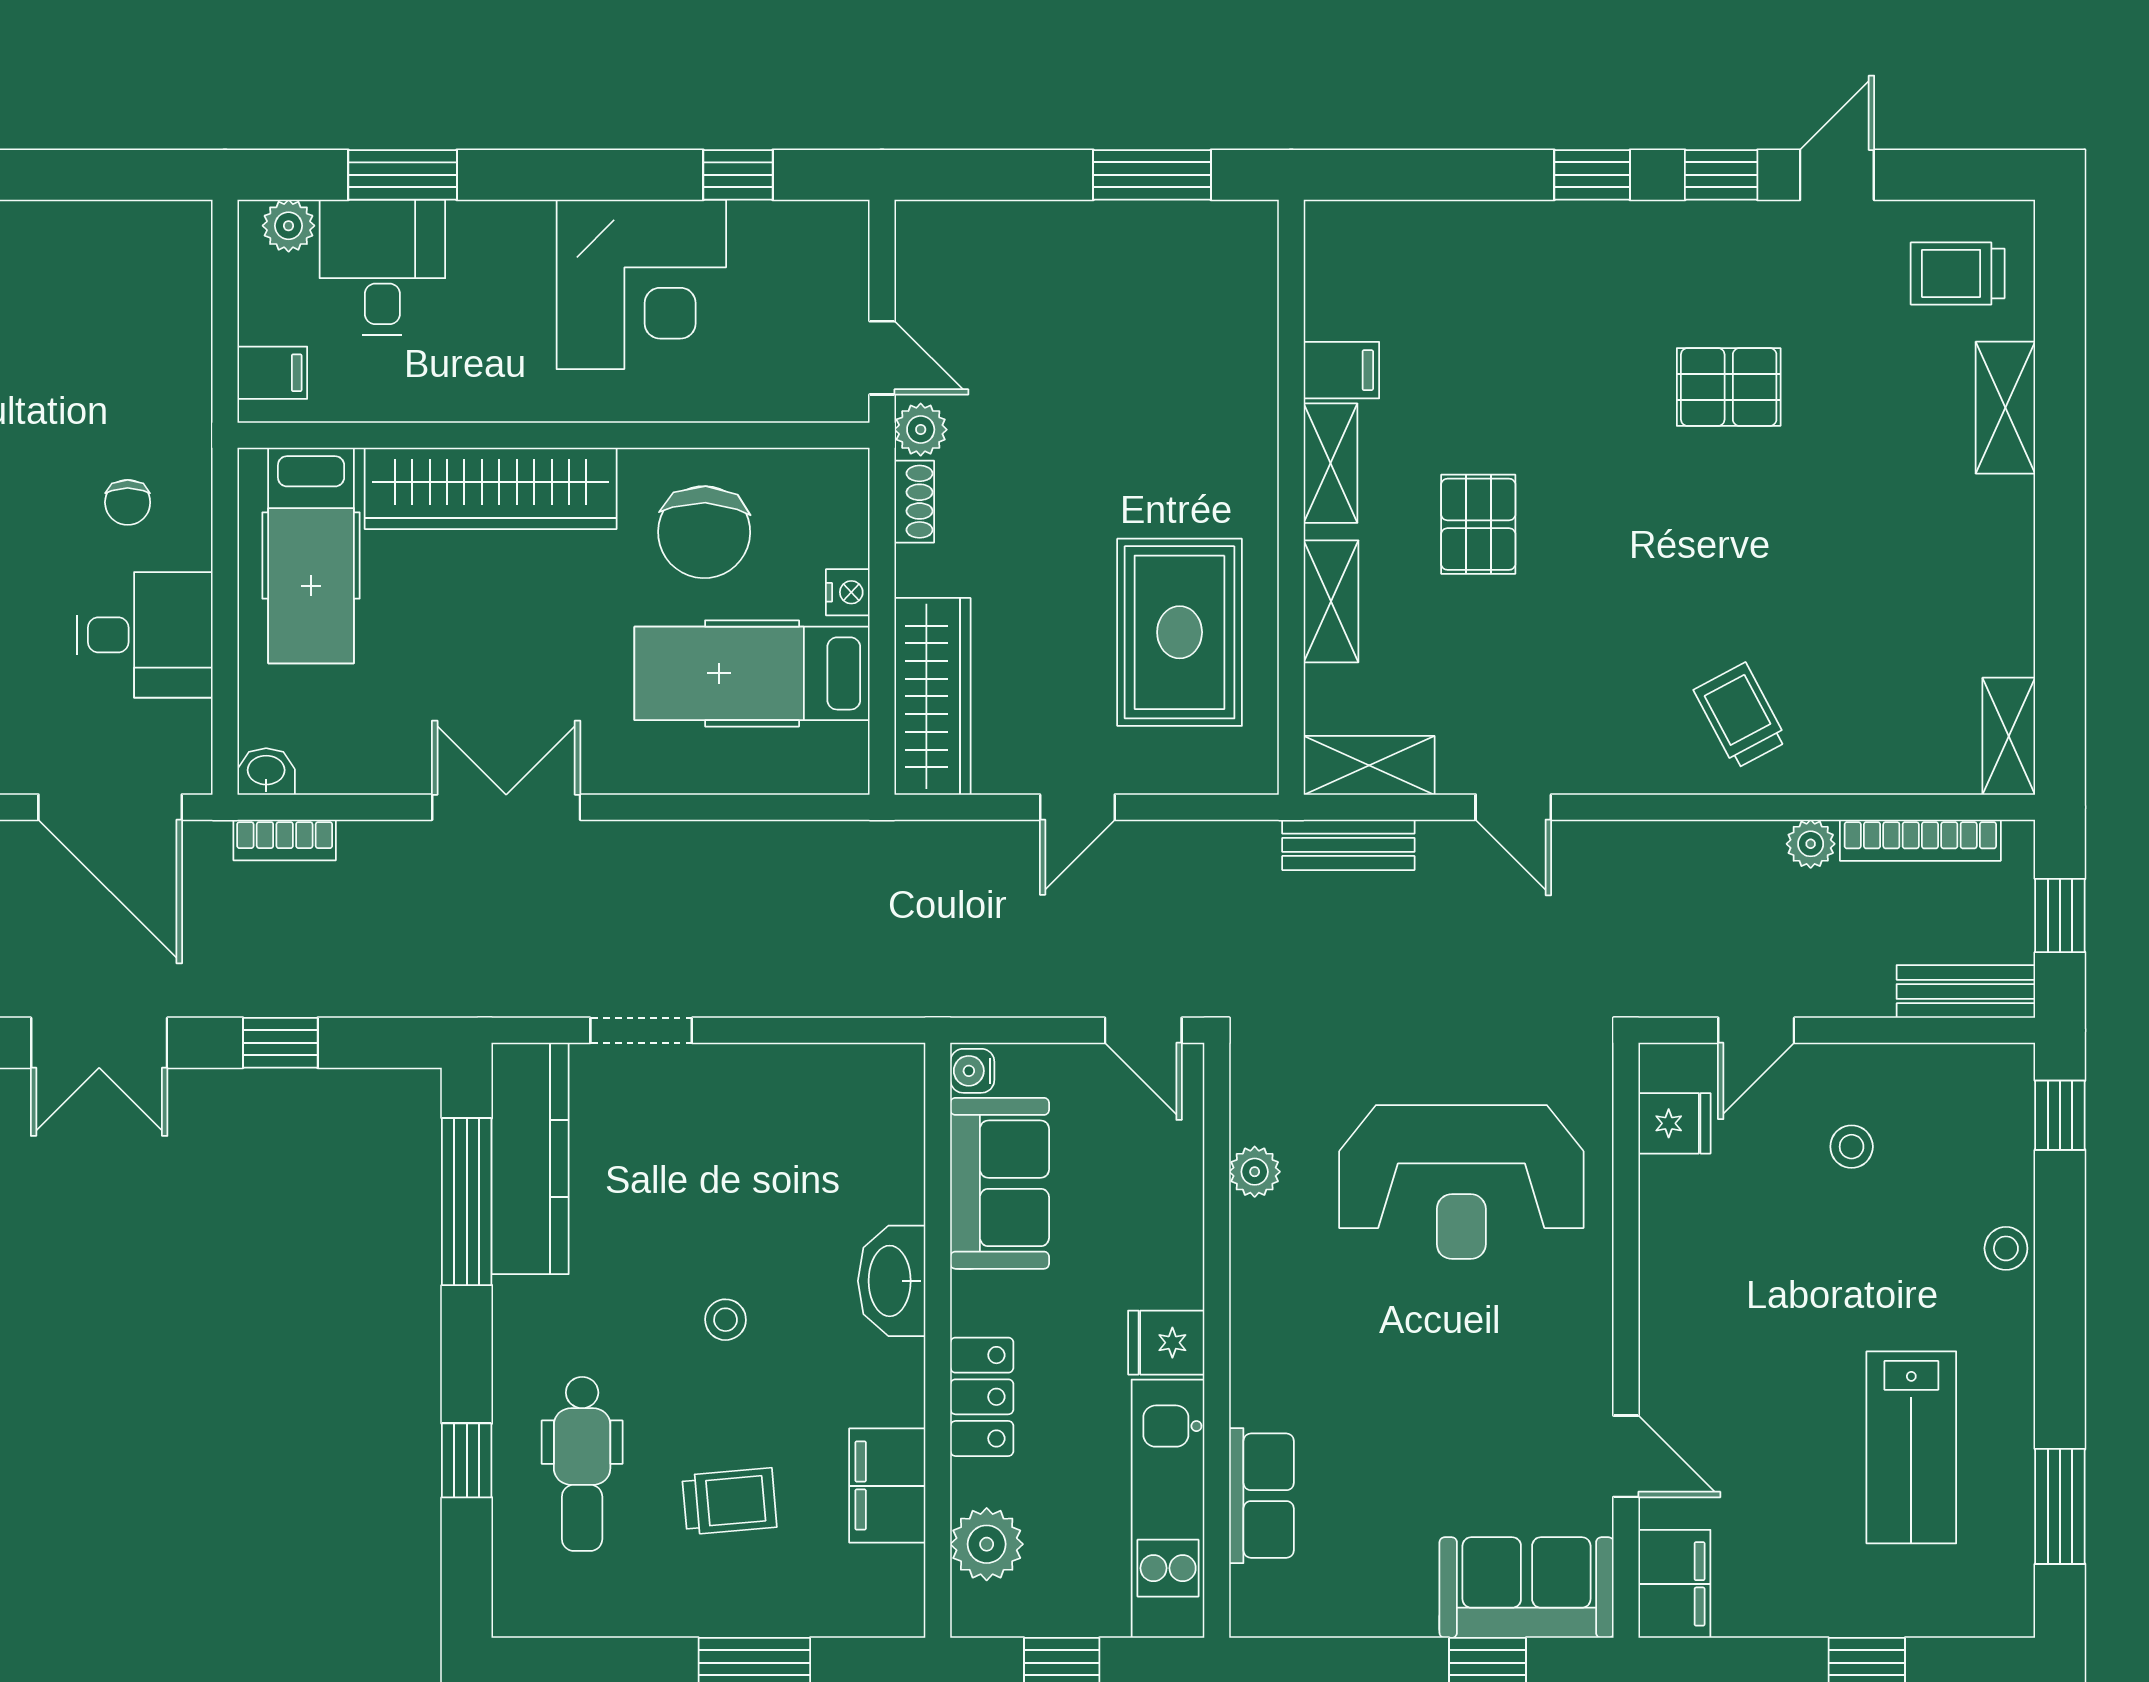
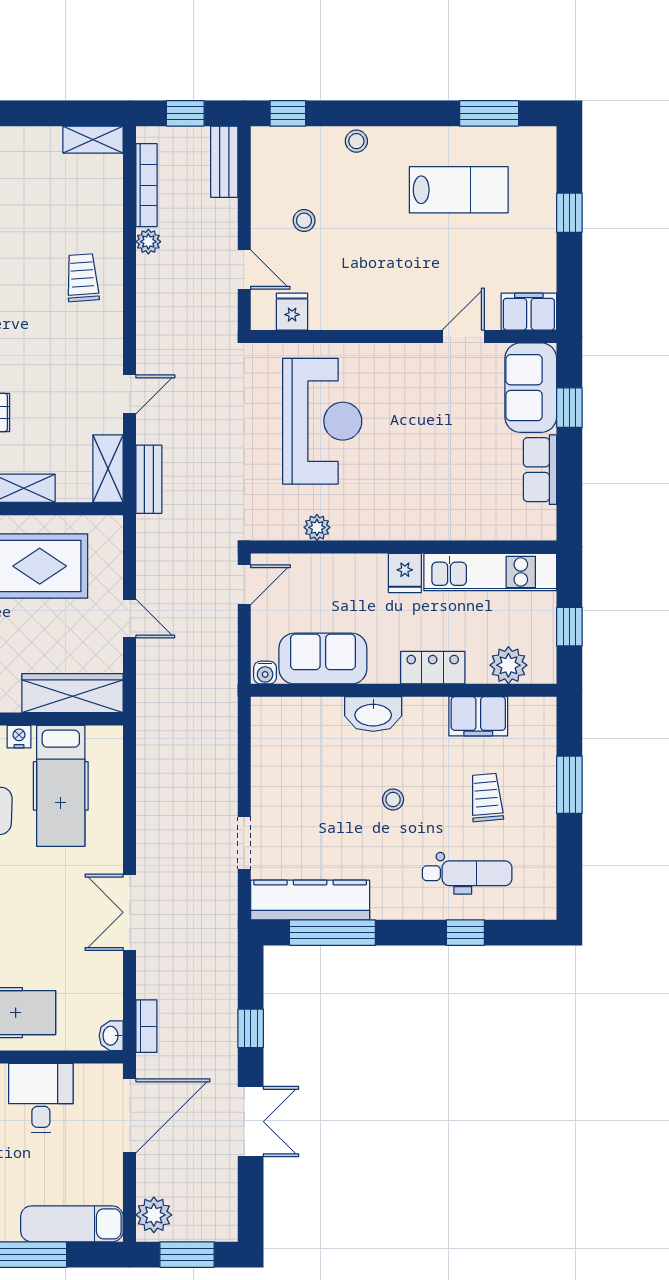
trolley: (1740, 716) -> (82, 278), turned 114
row of seats: (1262, 1496) -> (540, 470), moved, turned -90

